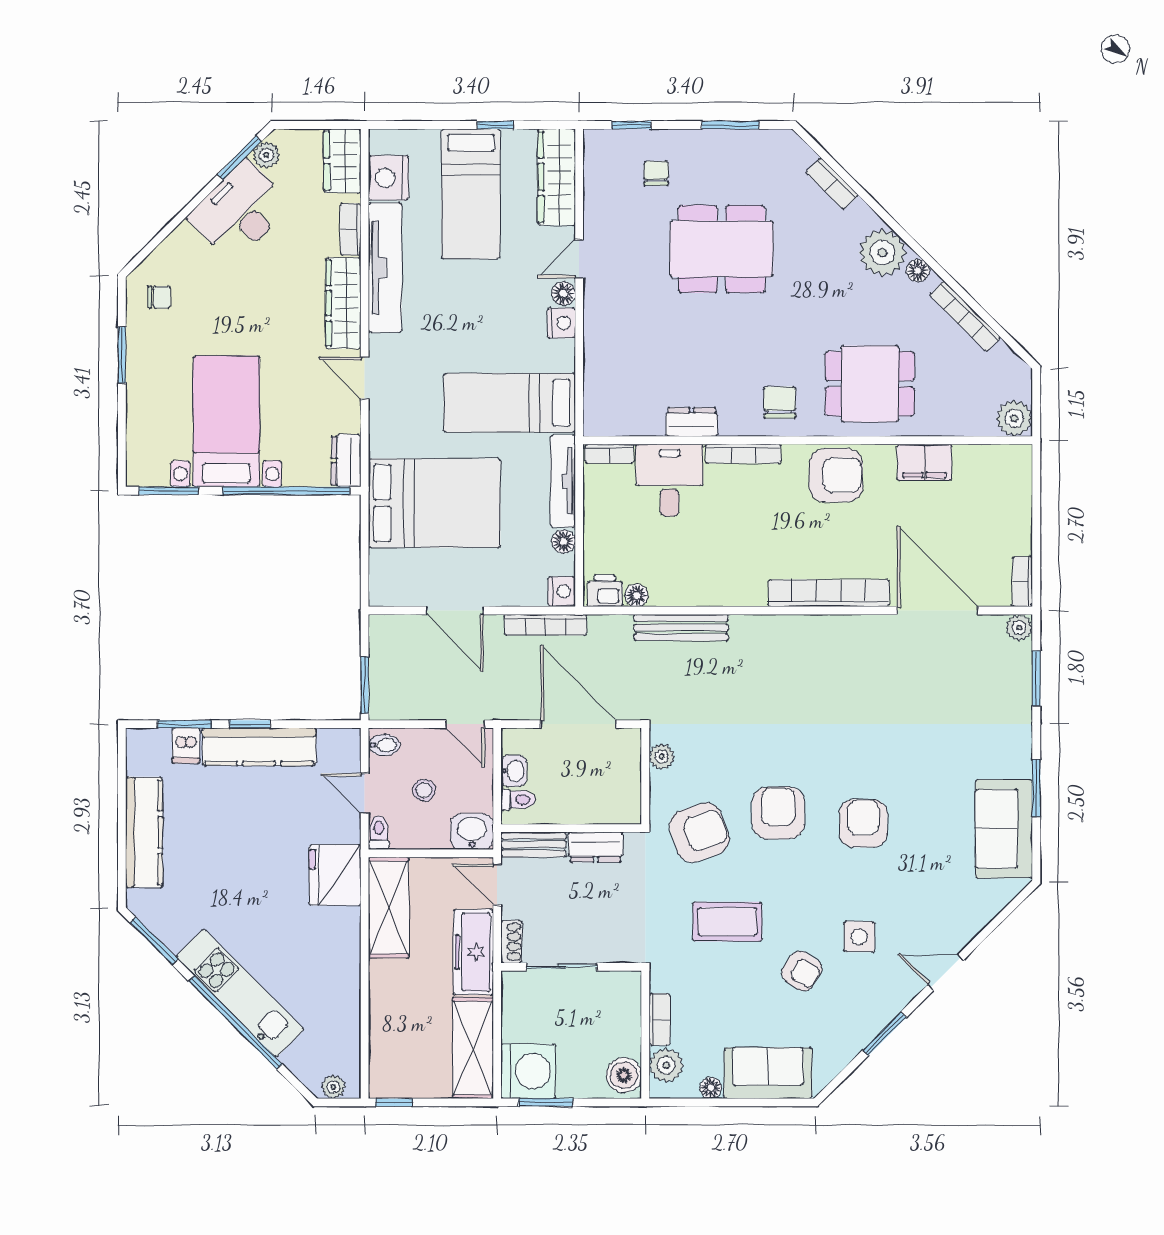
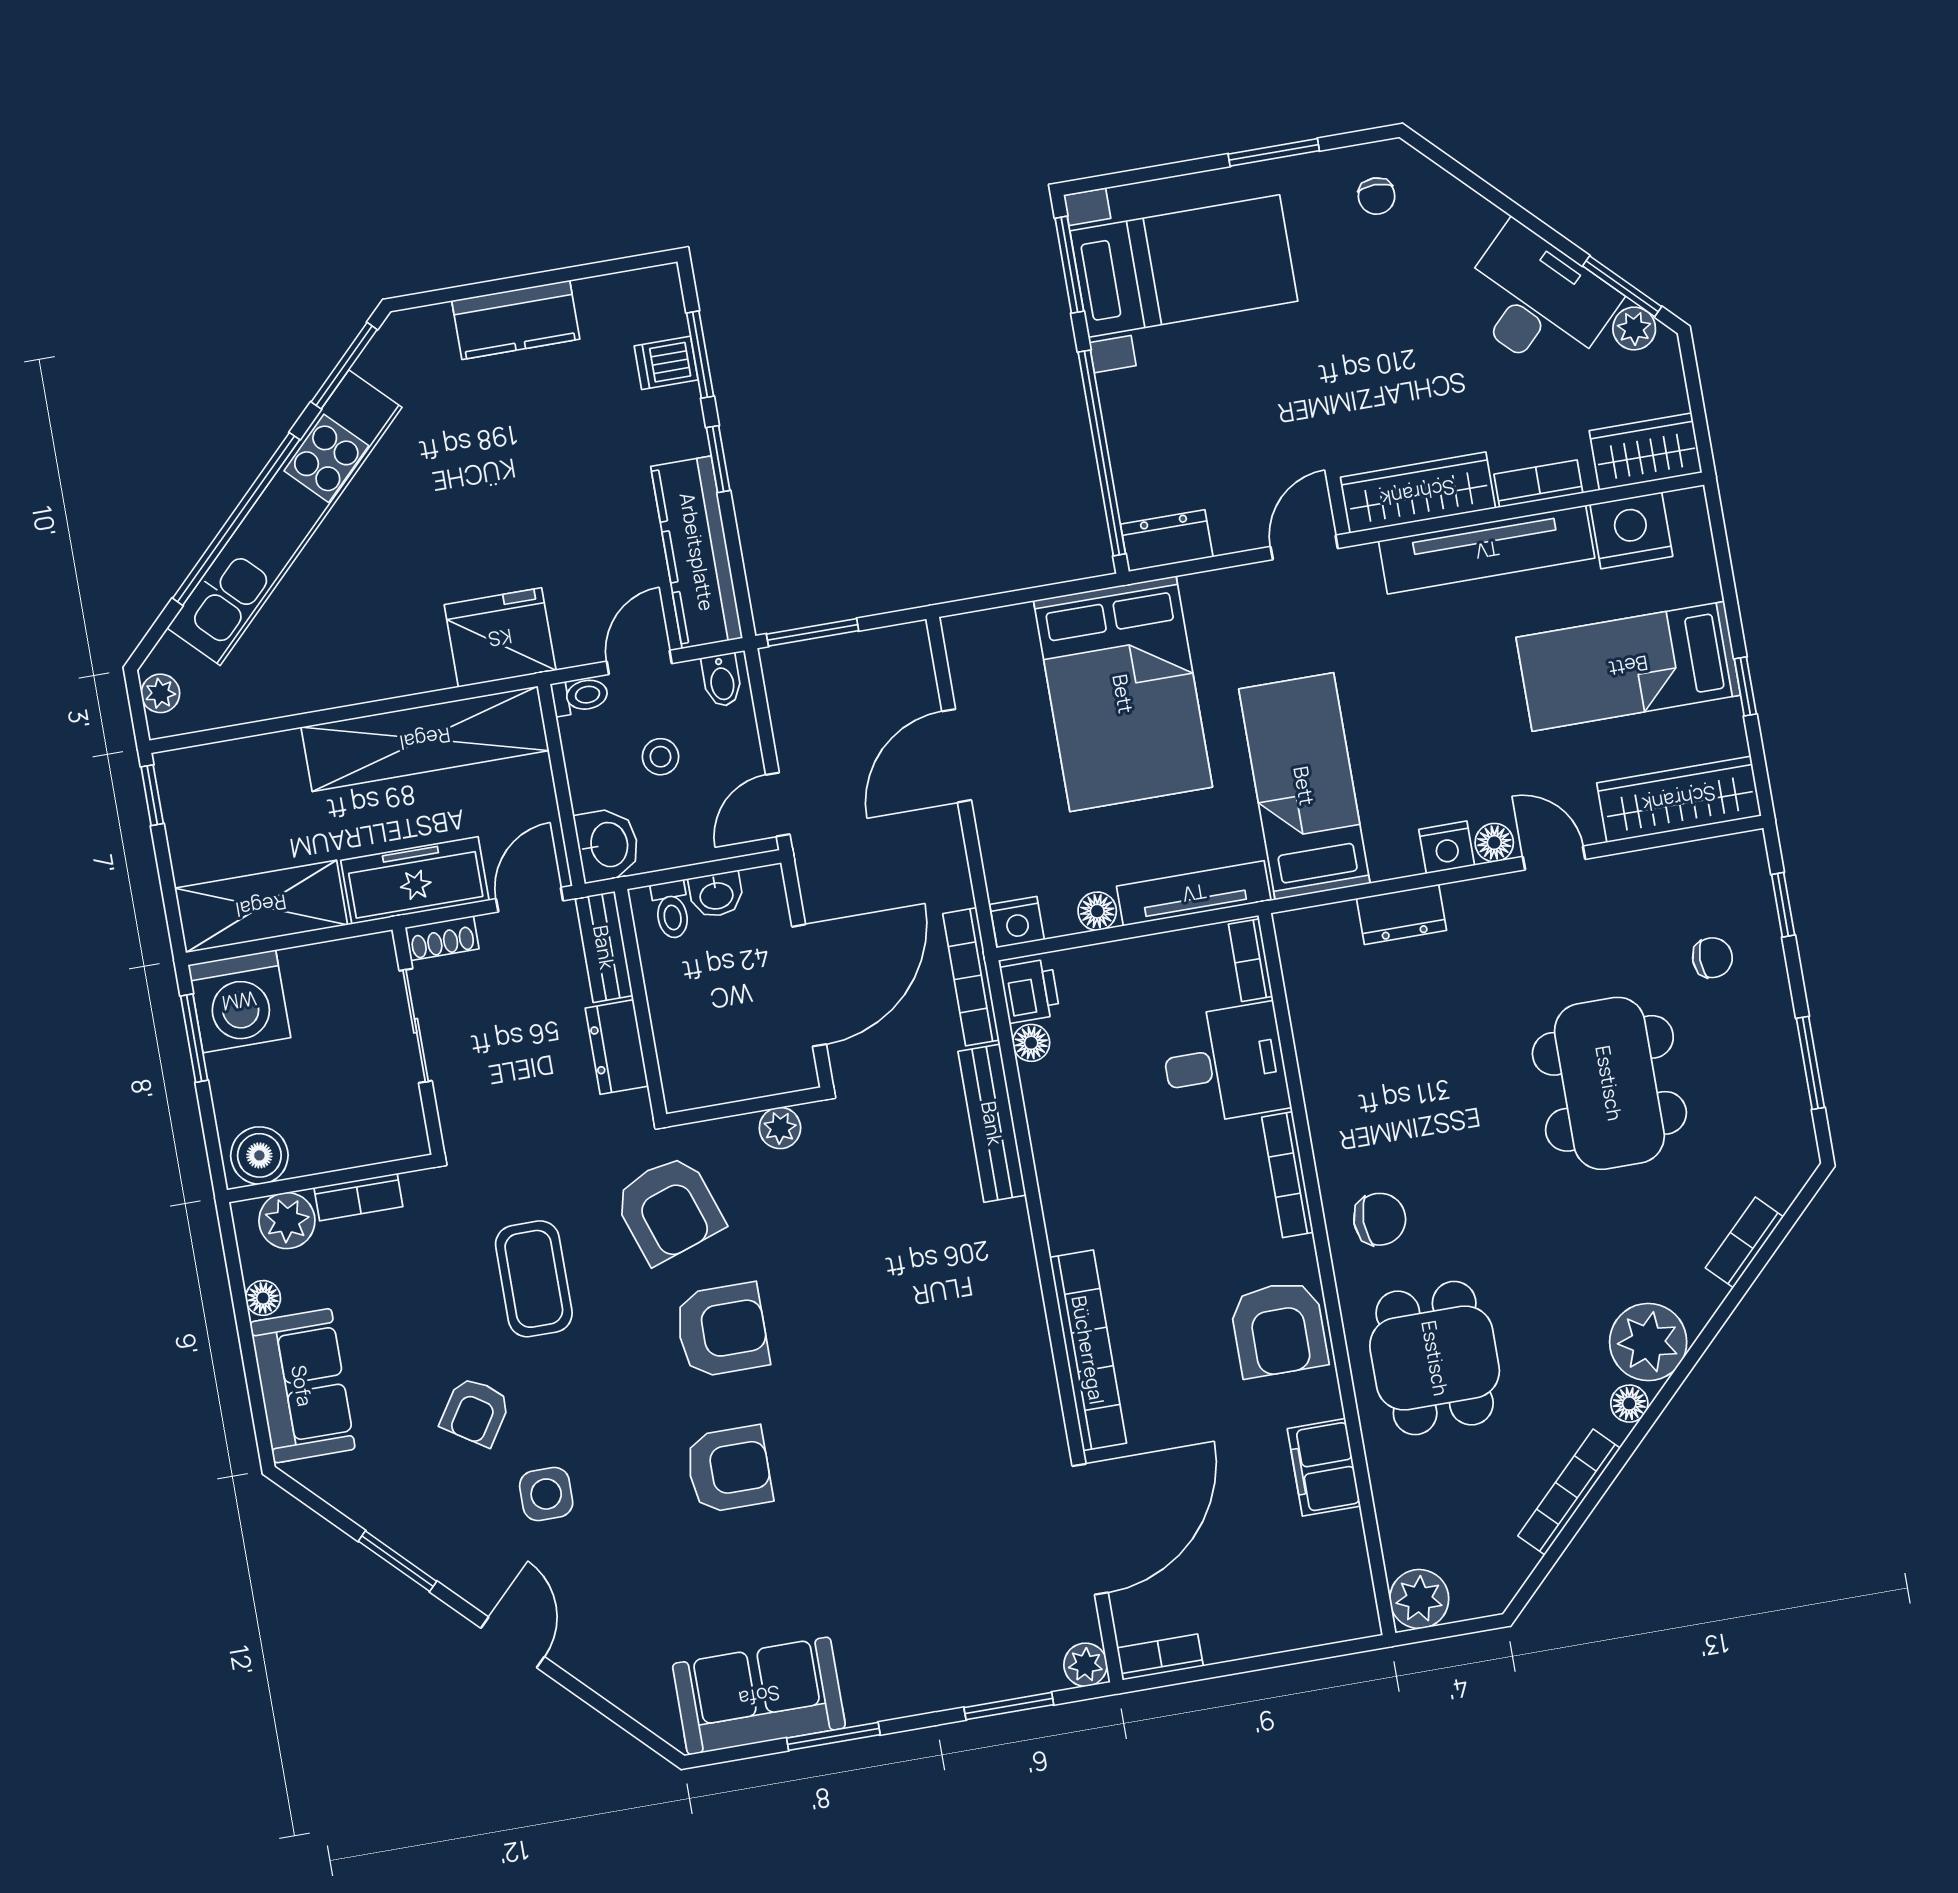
bed with nightstands: (226, 421) -> (1184, 266), moved
dresser: (692, 422) -> (1402, 914), moved, turned 90
bookcase: (545, 625) -> (971, 977), moved
kitchen counter: (259, 747) -> (697, 552), moved
kitchen counter: (144, 832) -> (516, 320), width x0.67
shelving: (389, 908) -> (425, 739), width x1.47
kitchen unit: (240, 993) -> (284, 518), width x1.36

